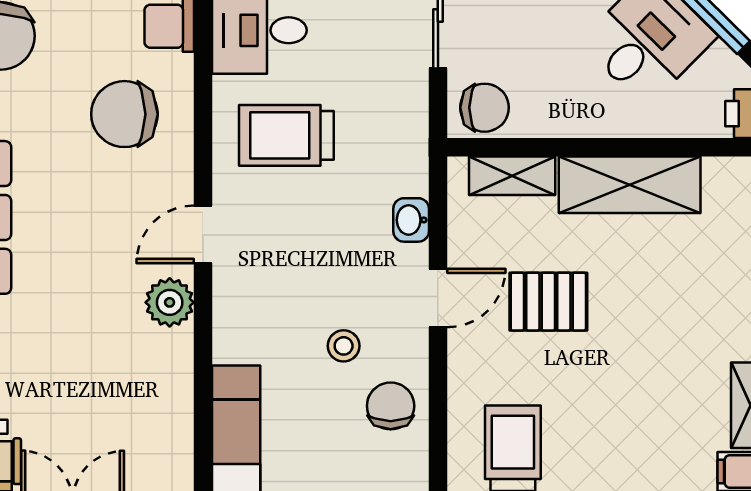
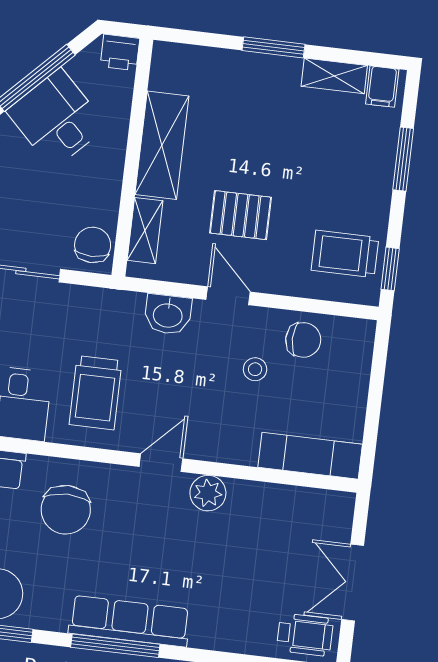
washbasin: (411, 220) -> (168, 314), width x1.38, depth x1.45
door: (203, 234) -> (161, 463), swing flipped
pallet: (548, 302) -> (240, 215), turned 90
chair: (391, 406) -> (303, 340), turned 180

